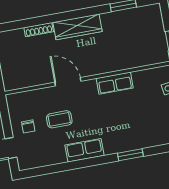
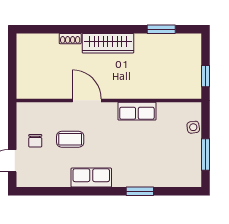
shoe rack: (39, 30) -> (70, 39), width x0.70

